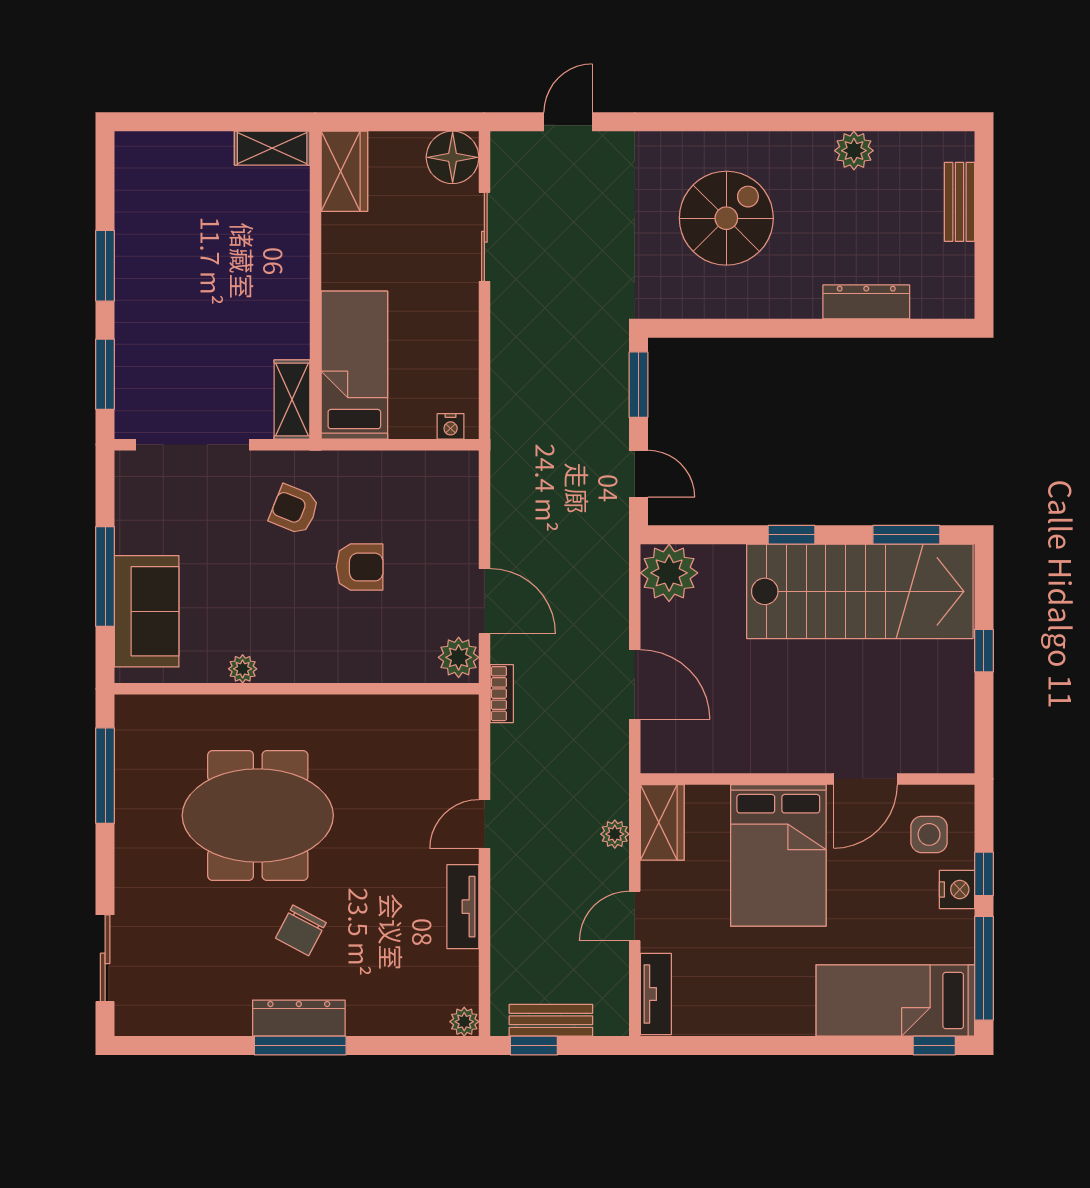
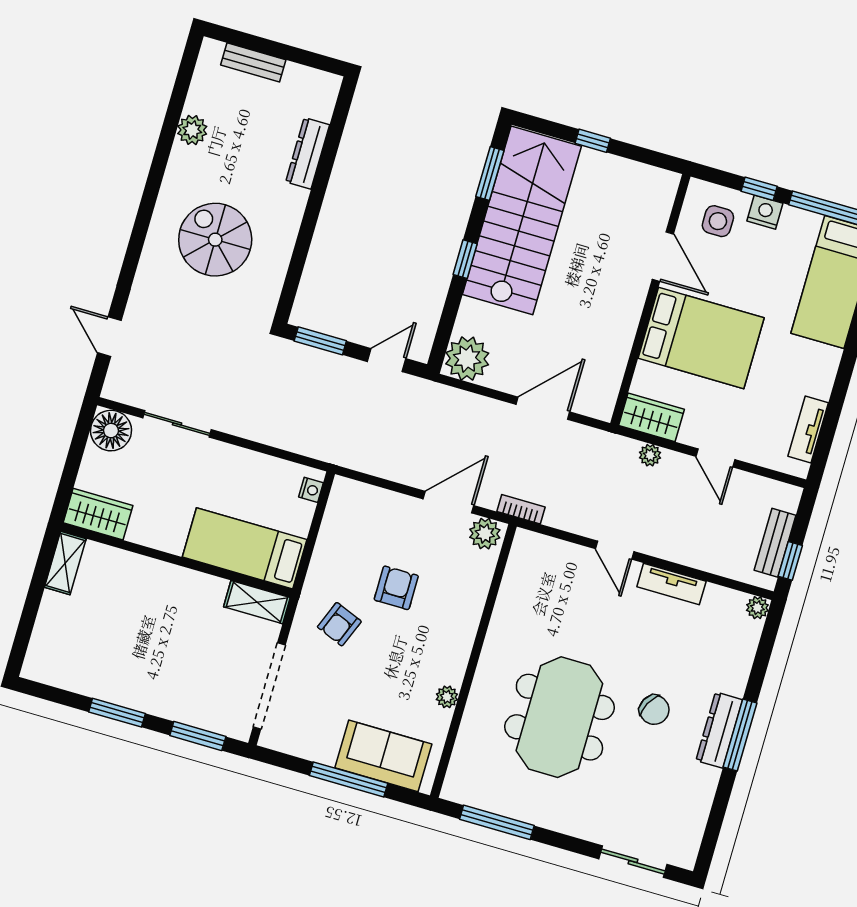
tv unit: (656, 994) -> (808, 430), moved, turned -90

